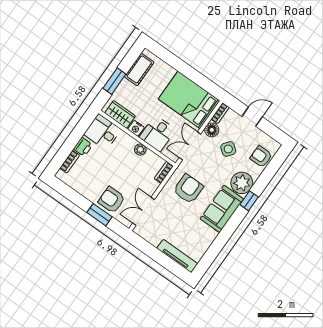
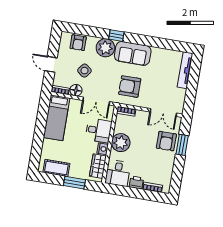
bed: (189, 100) -> (57, 118), width x0.67
plant: (140, 150) -> (121, 143), width x1.87, depth x1.87

